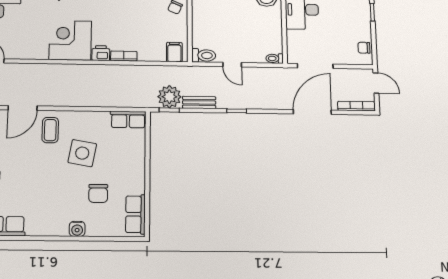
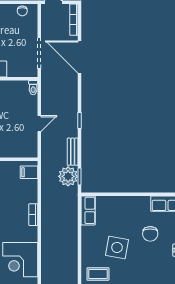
printer: (101, 53) -> (31, 234), removed
toilet: (204, 55) -> (32, 148), removed
chair: (98, 193) -> (150, 234), turned 90

